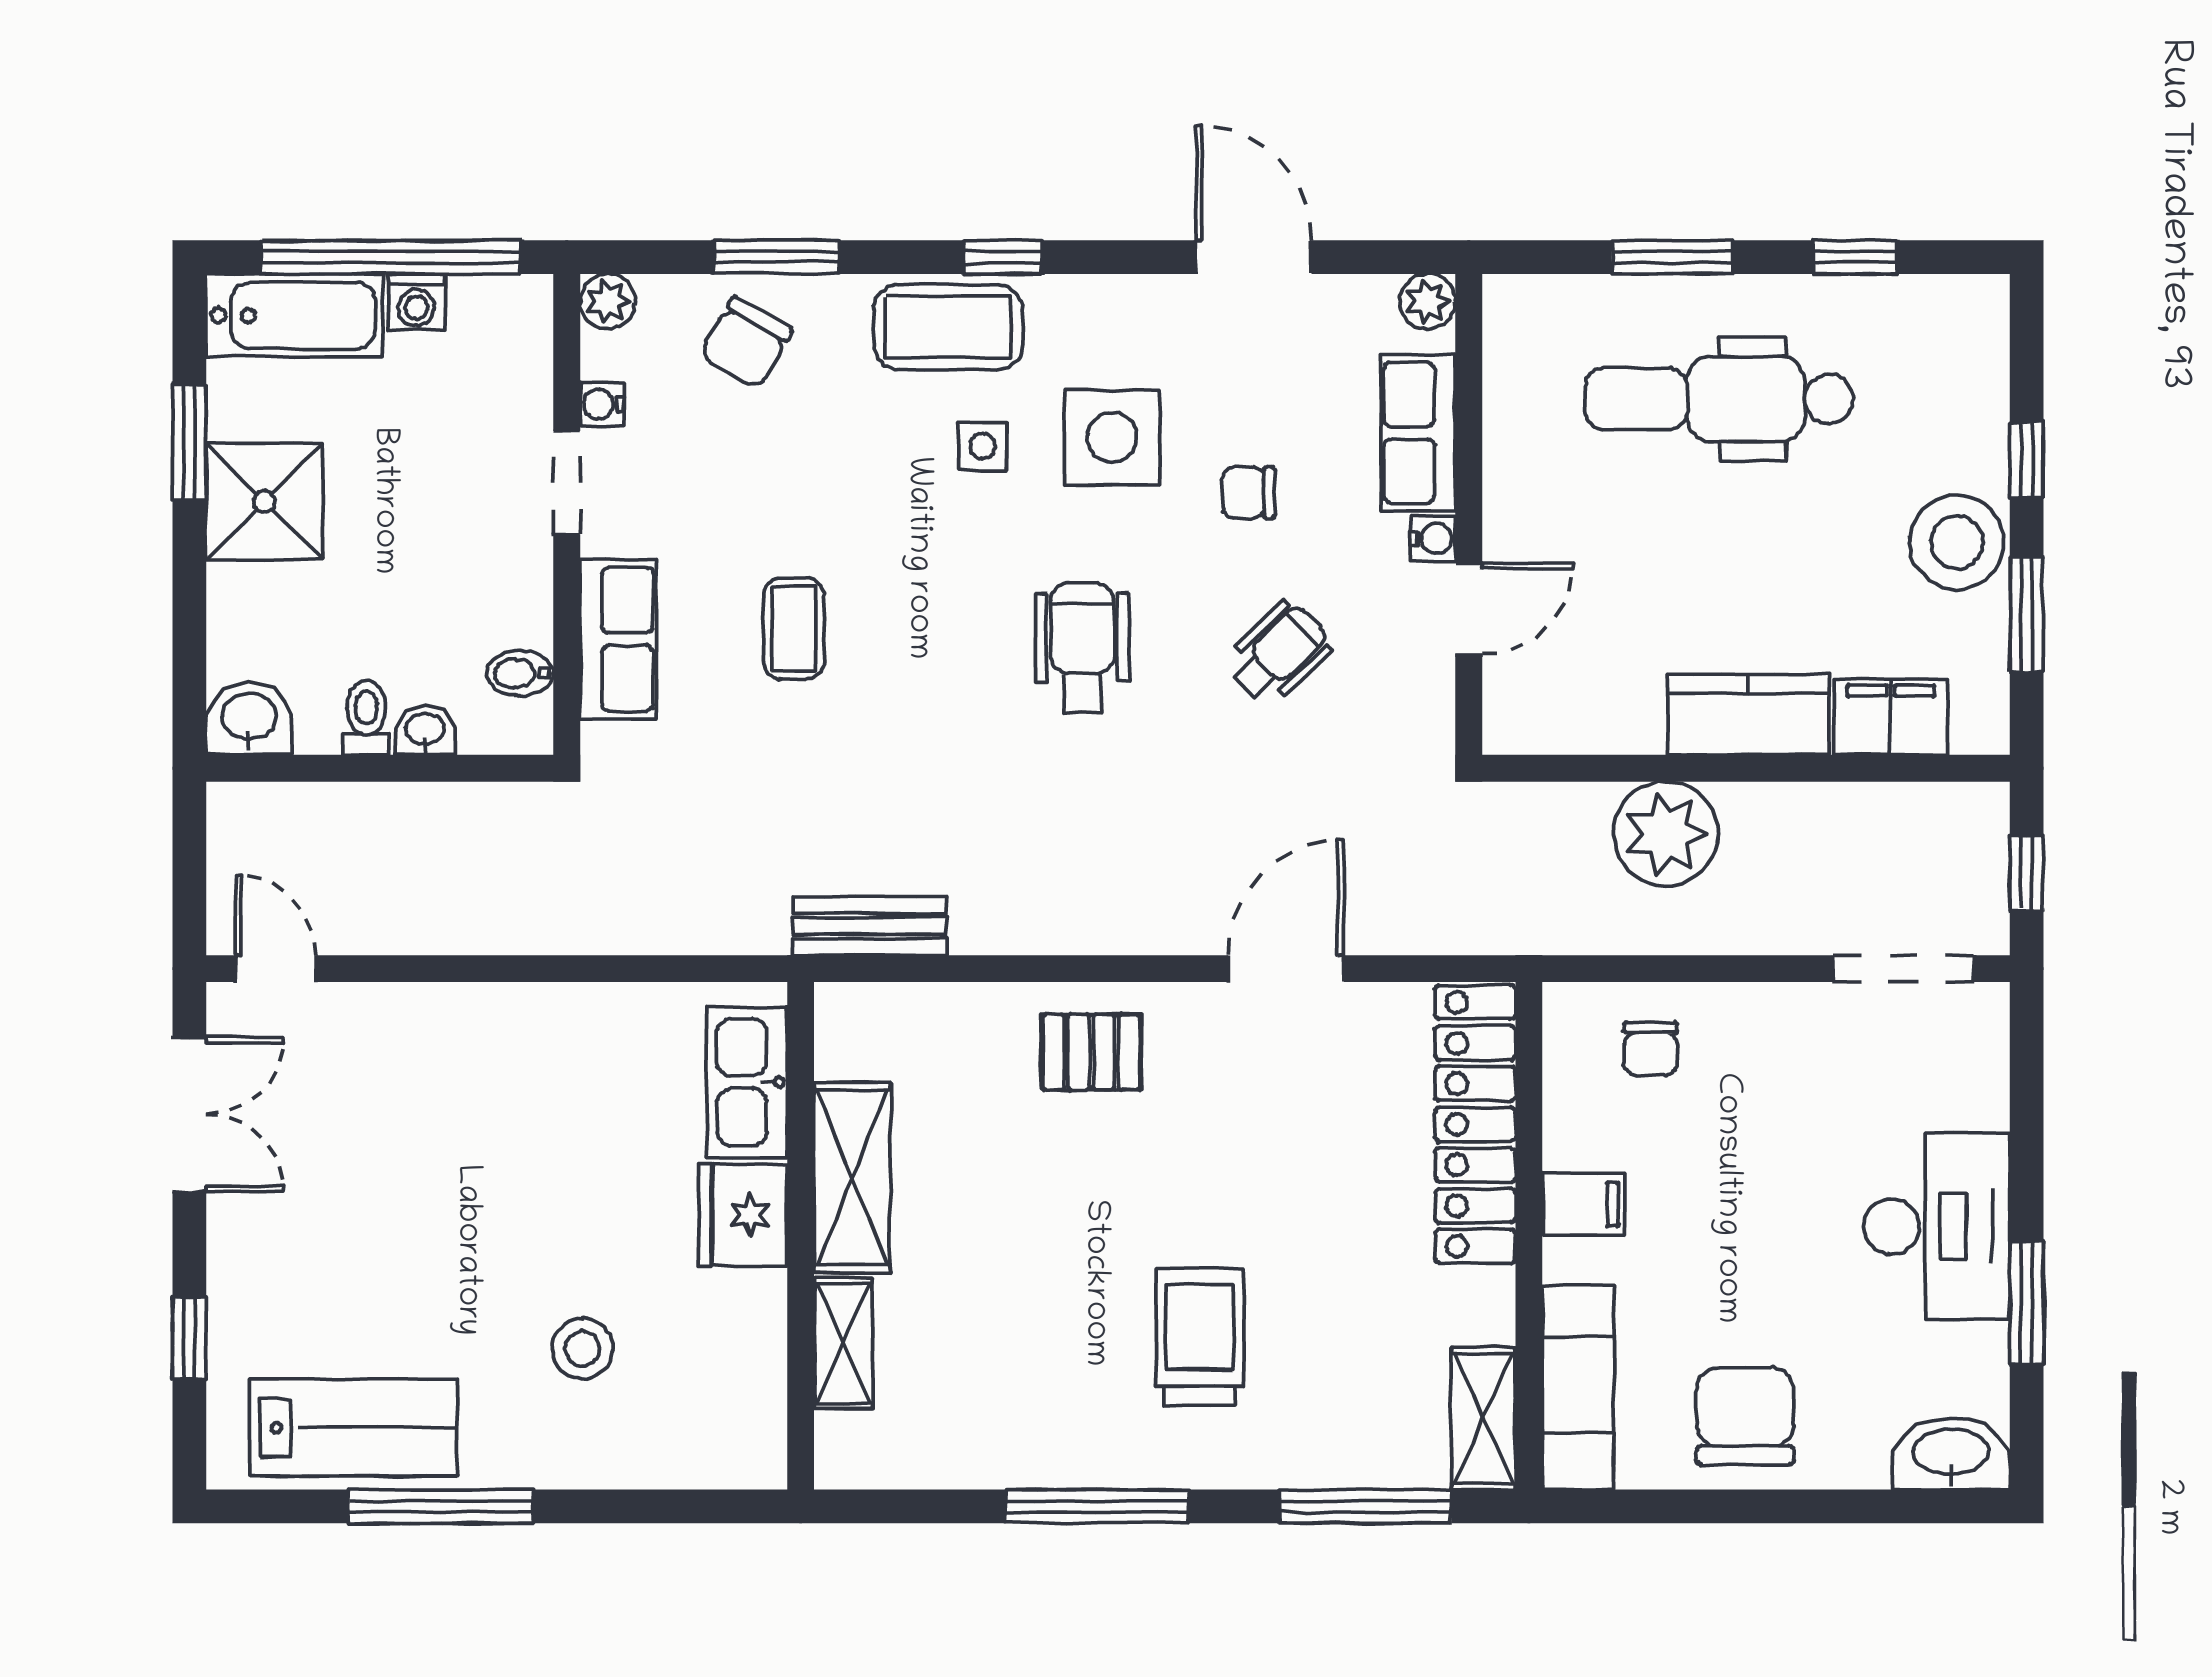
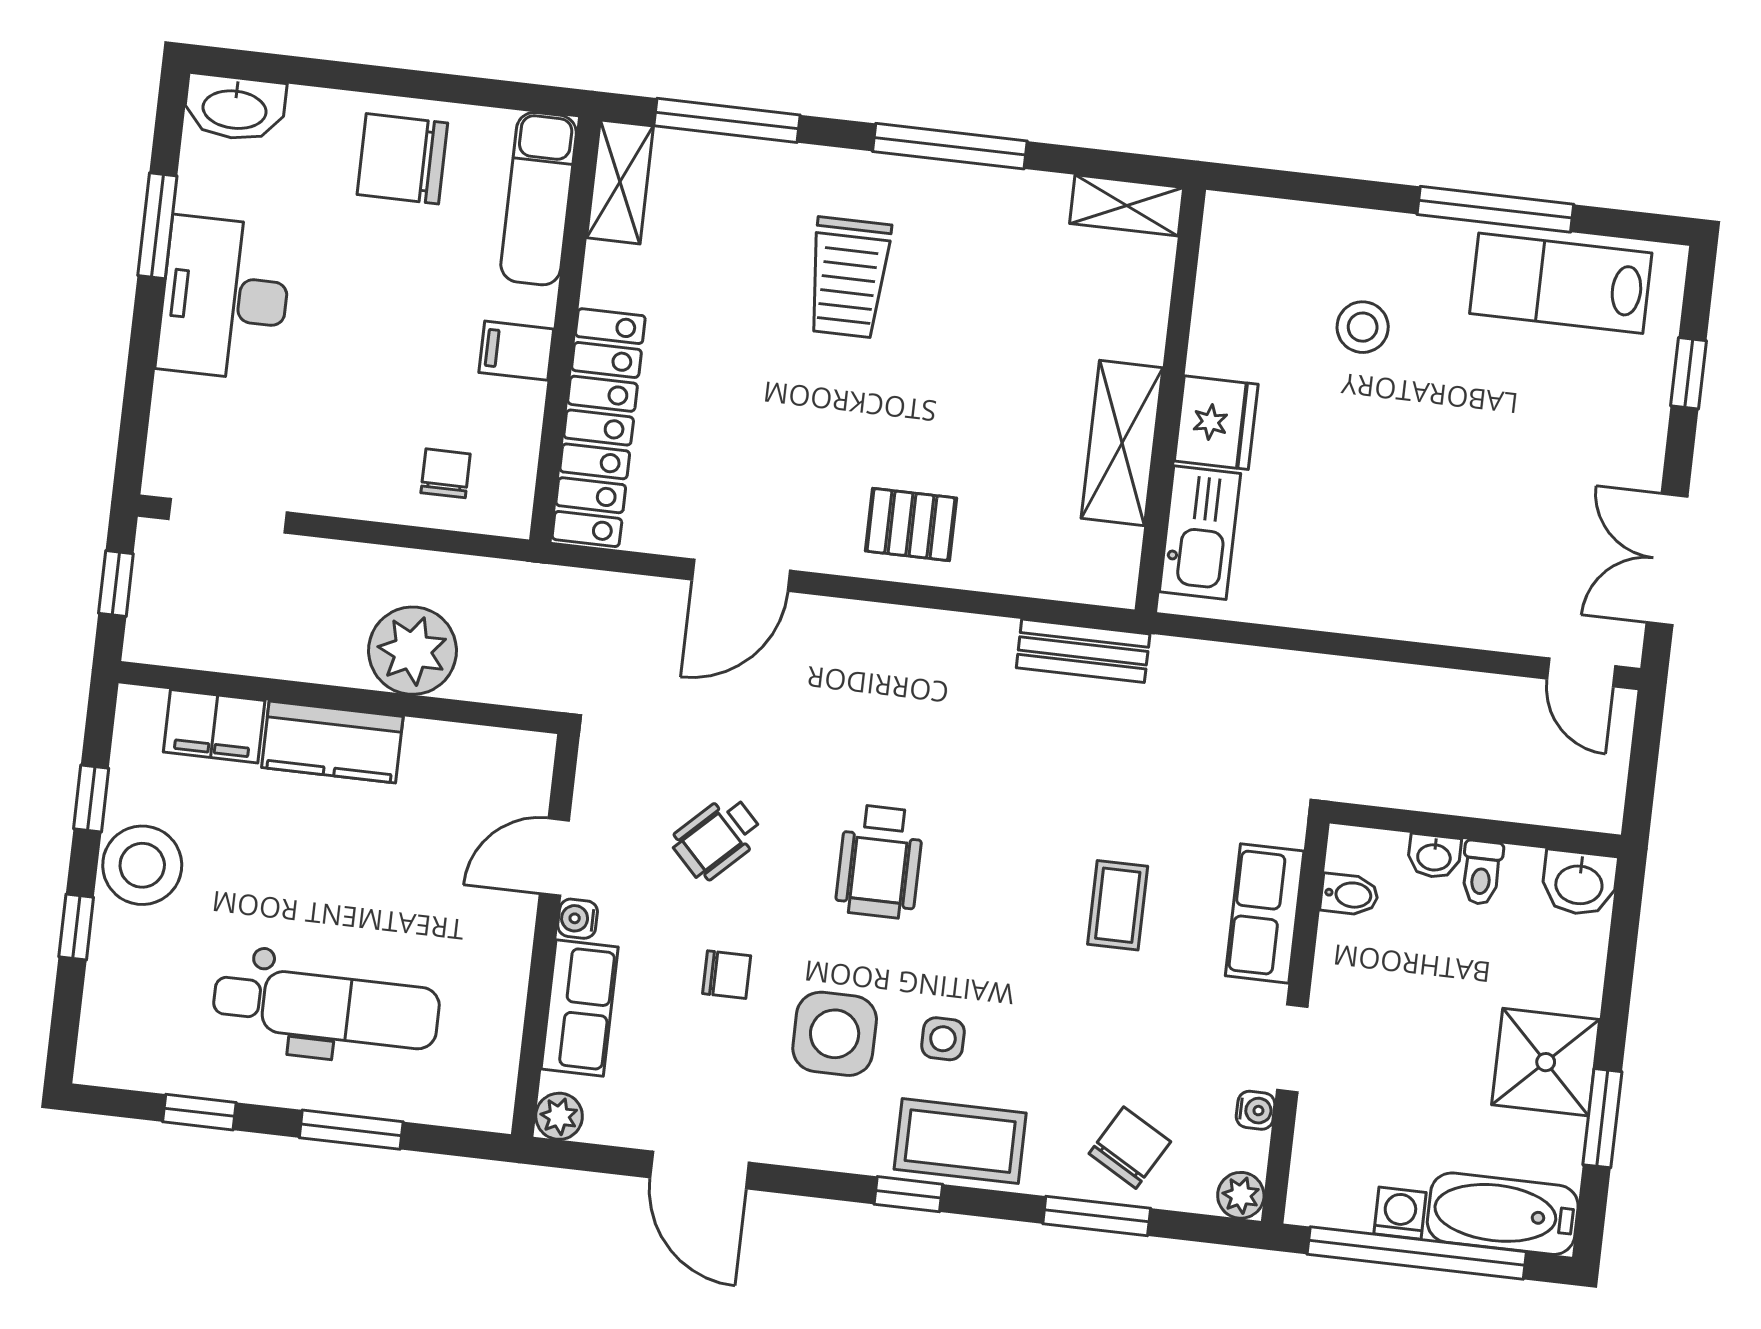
window: (2027, 614) -> (91, 799), width x0.67
shelving: (843, 1344) -> (1127, 205), moved, turned 90
chair: (1745, 1416) -> (402, 159), turned 90

